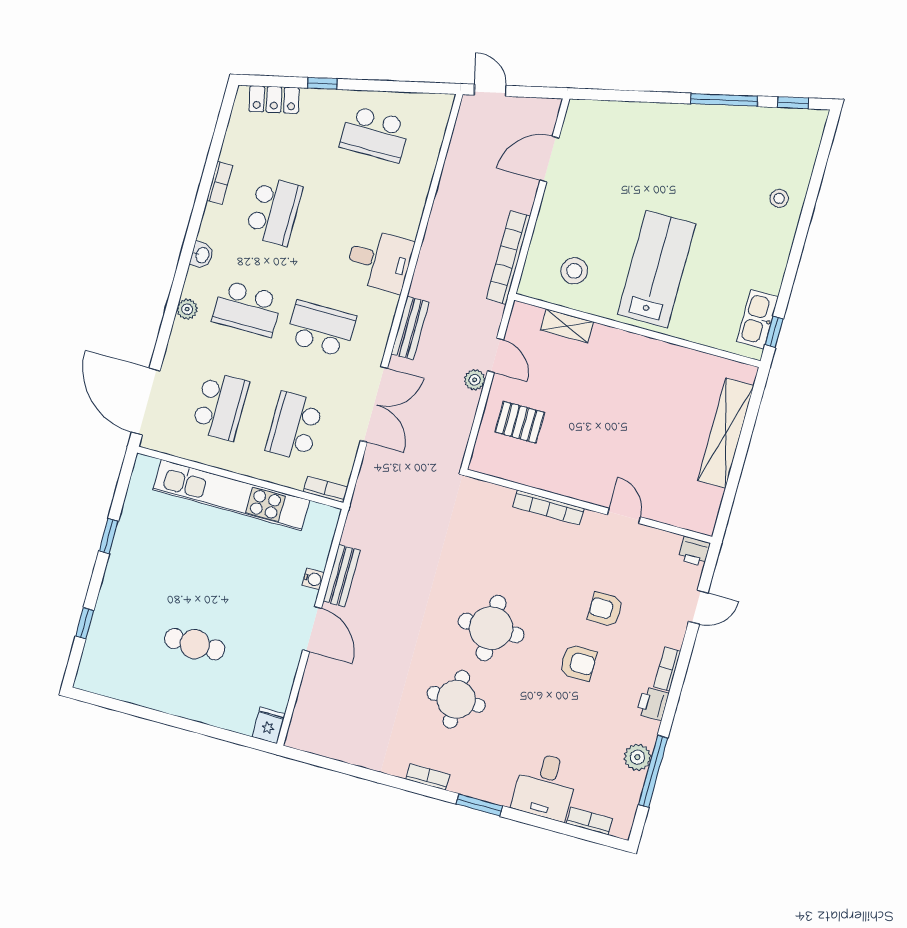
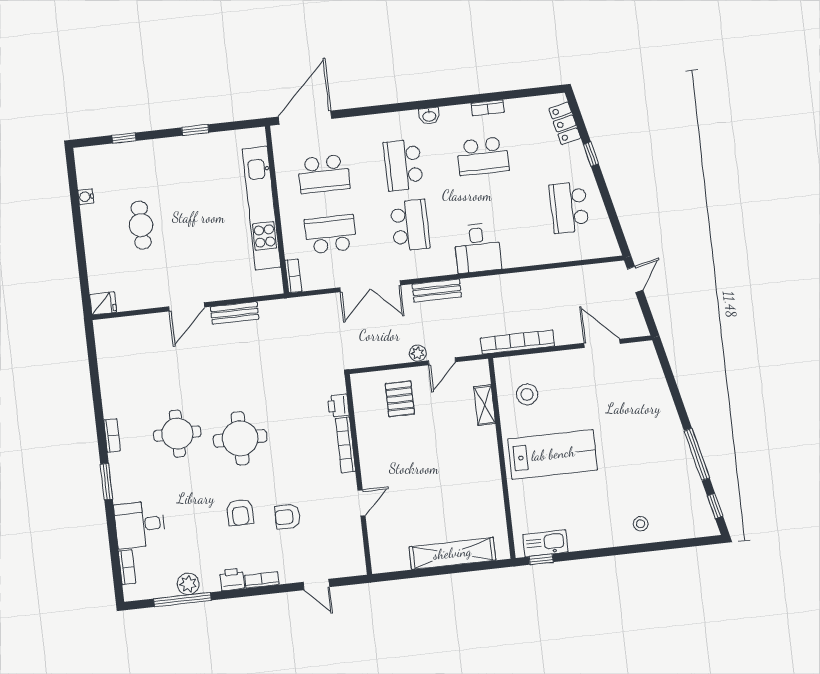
plant: (187, 309) -> (385, 121), removed
printer: (694, 551) -> (338, 406), moved
water cooler: (313, 579) -> (86, 197), moved, turned 90
armchair: (605, 609) -> (287, 517), turned -90

